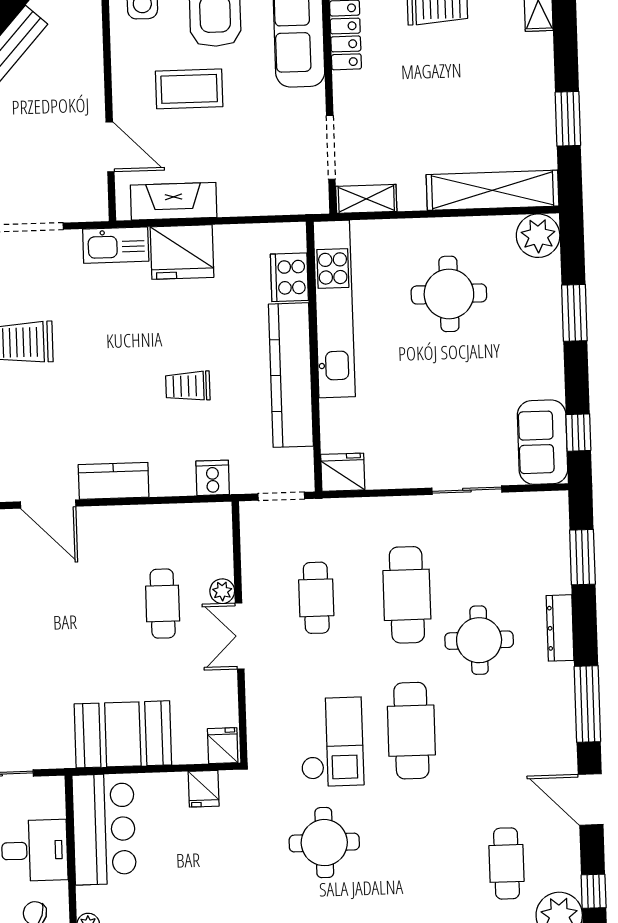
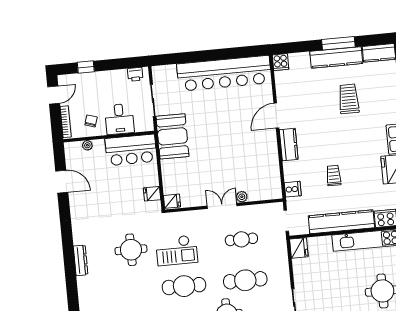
cafe table: (163, 604) -> (235, 170), removed
booth: (123, 734) -> (172, 136), moved

